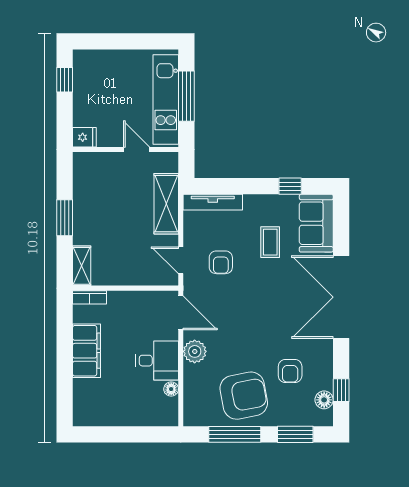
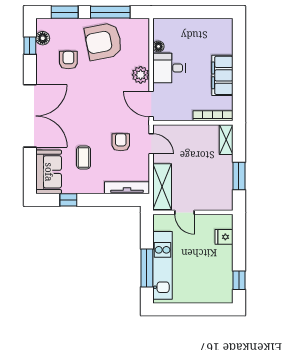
wall: (126, 150) -> (193, 212), moved
door: (137, 150) -> (185, 212), moved
bookcase: (90, 297) -> (213, 116), width x1.56

